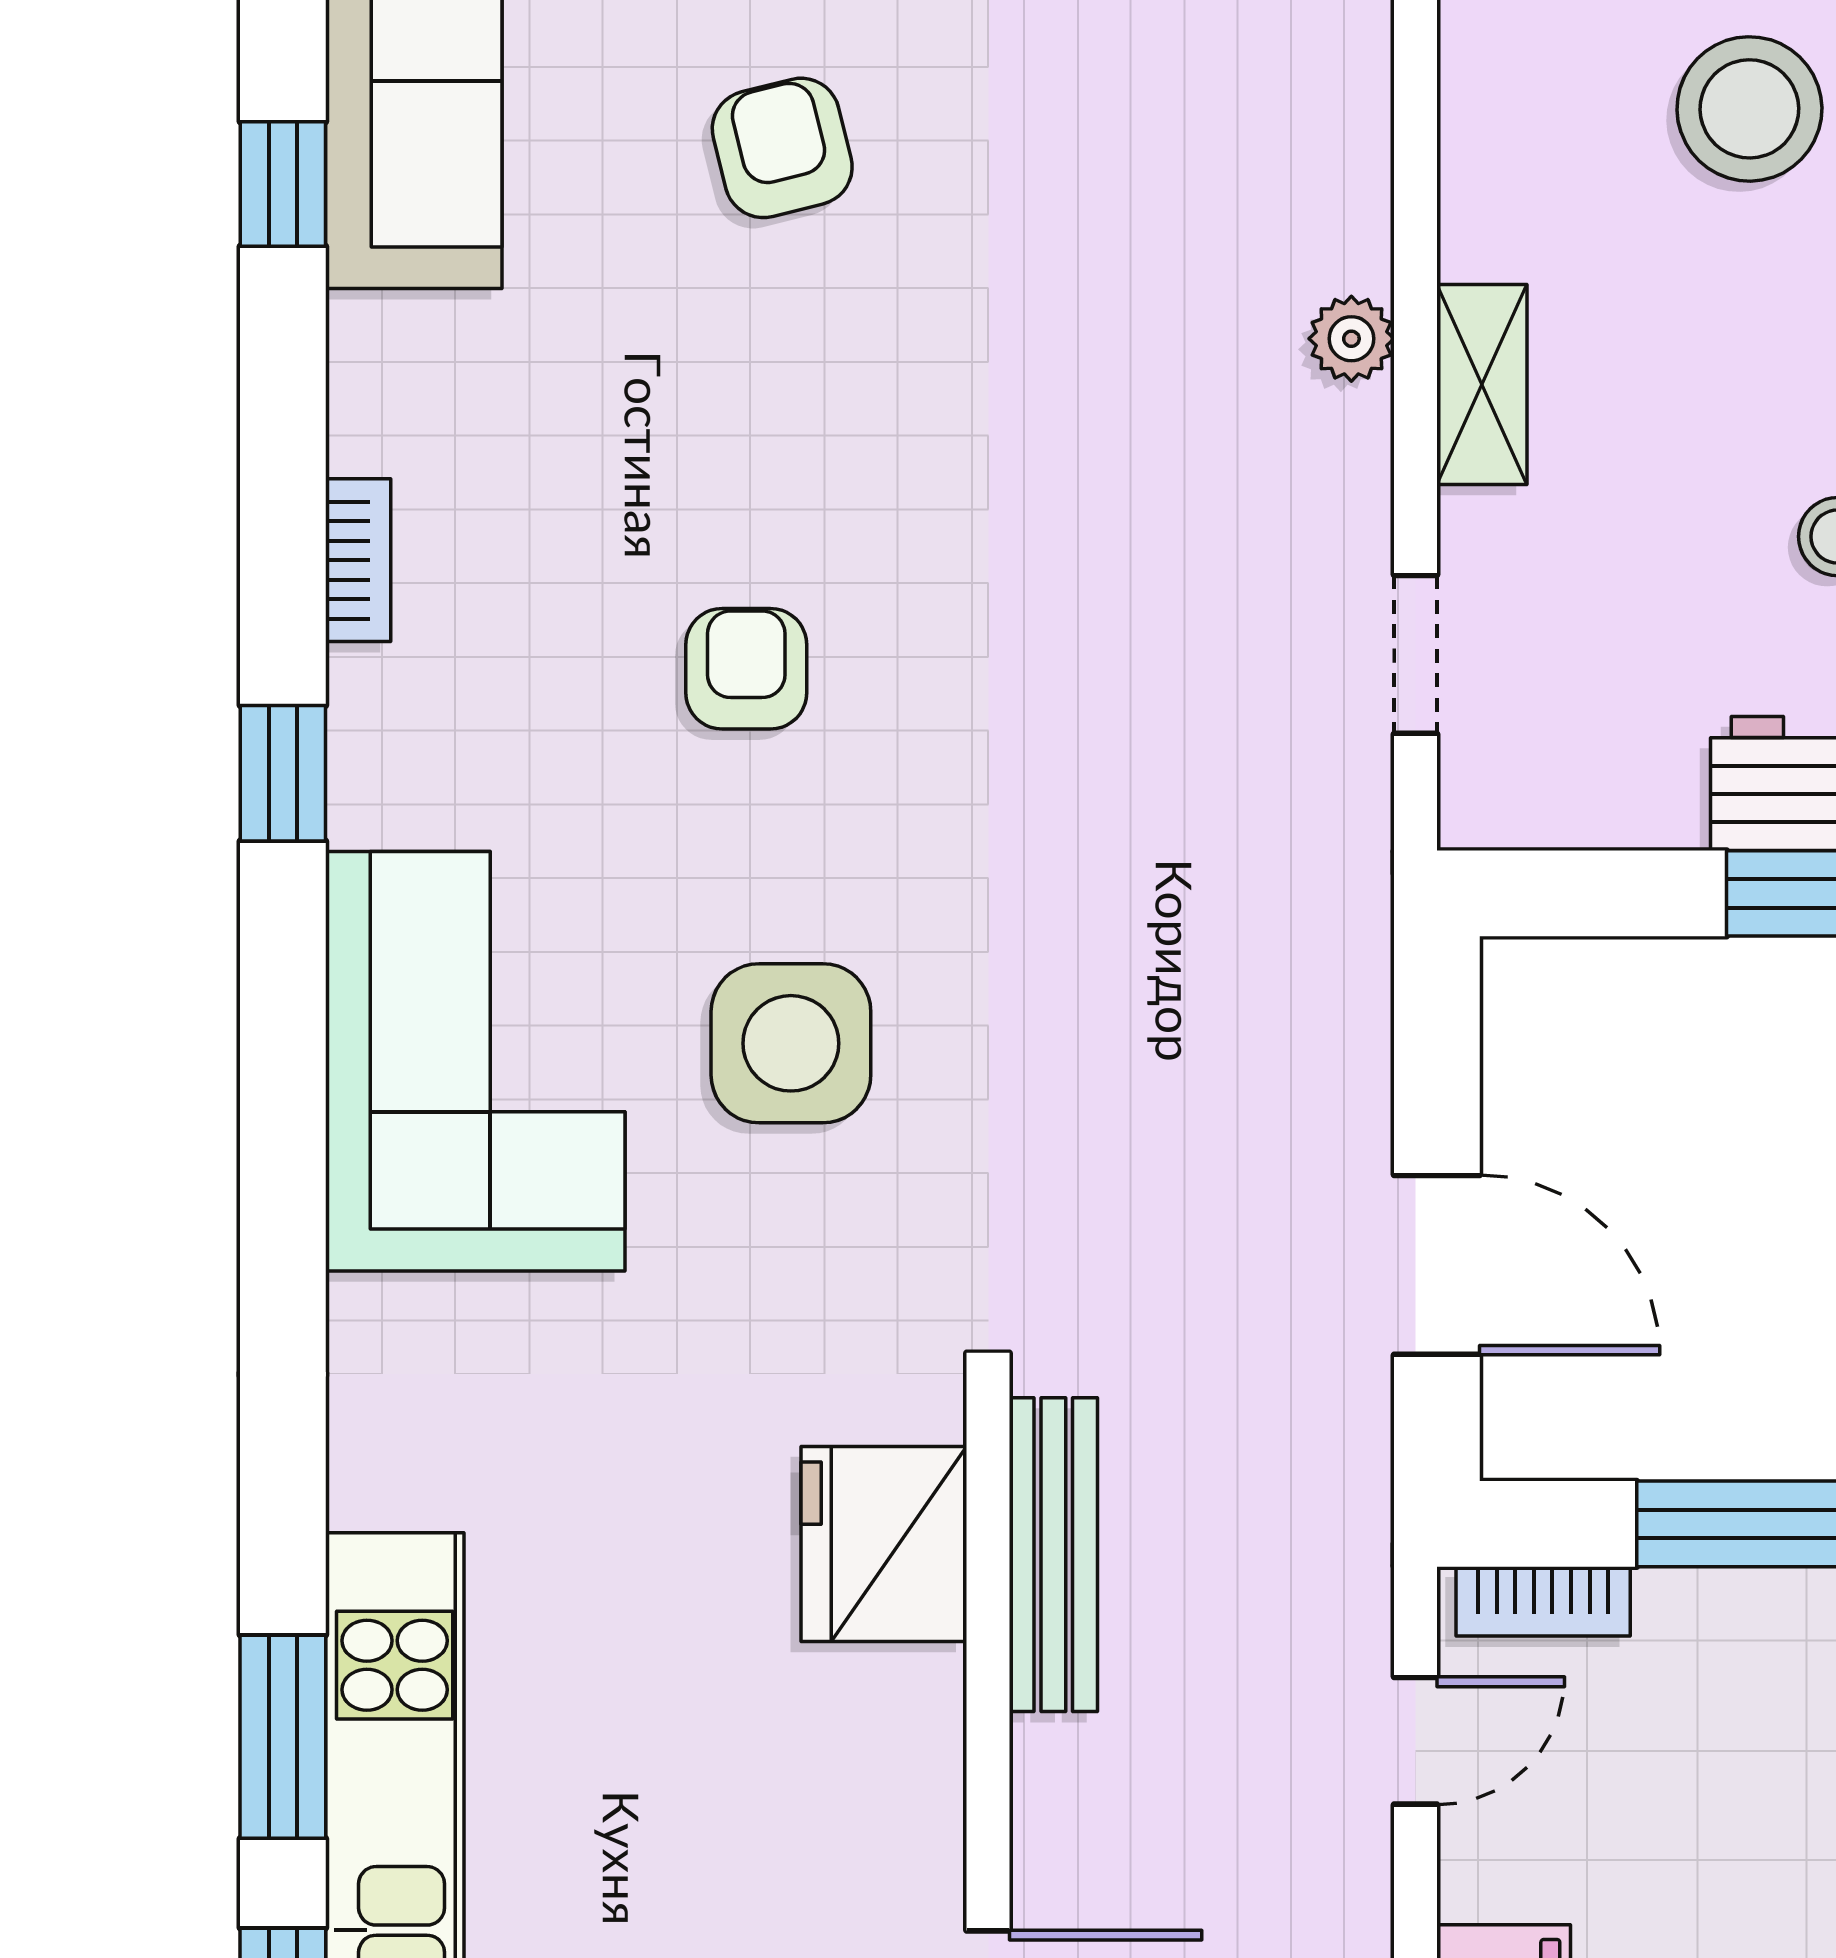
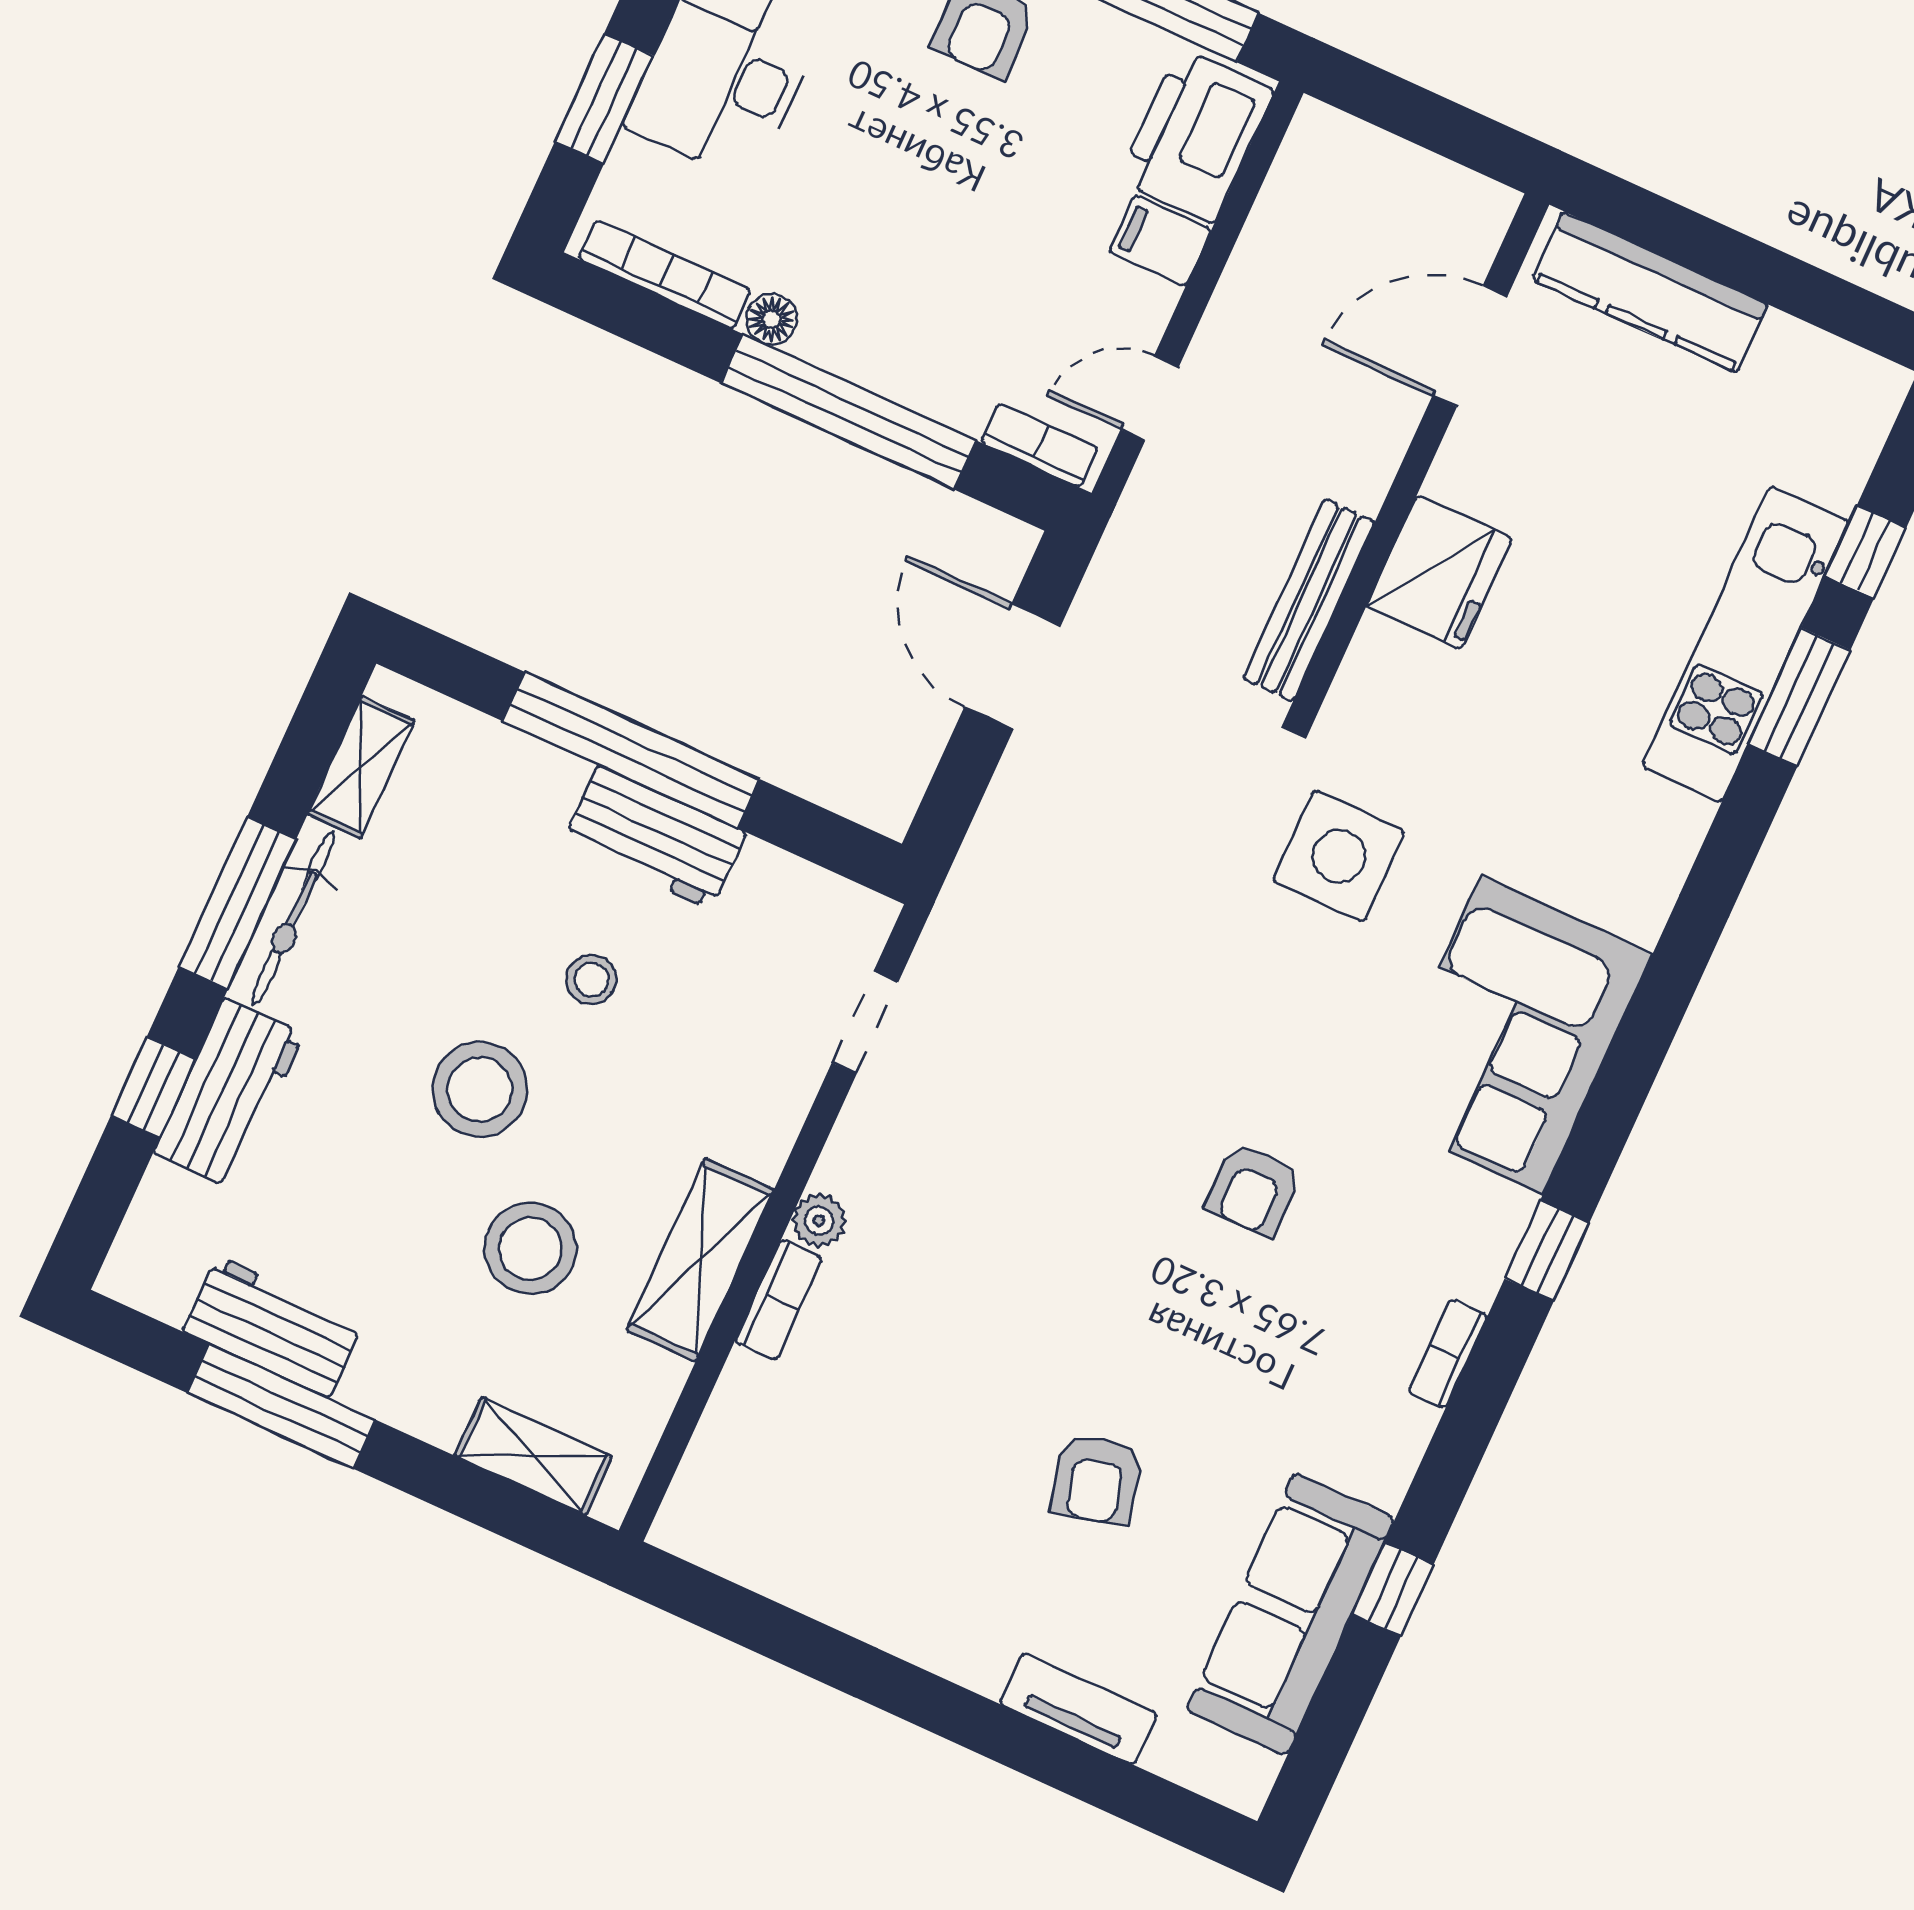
bookcase: (1358, 198) -> (778, 1300), added
shelving: (1482, 384) -> (700, 1260), moved, width x1.50, depth x1.33
side table: (791, 1043) -> (1339, 856), moved
fridge: (884, 1544) -> (1439, 572), moved

